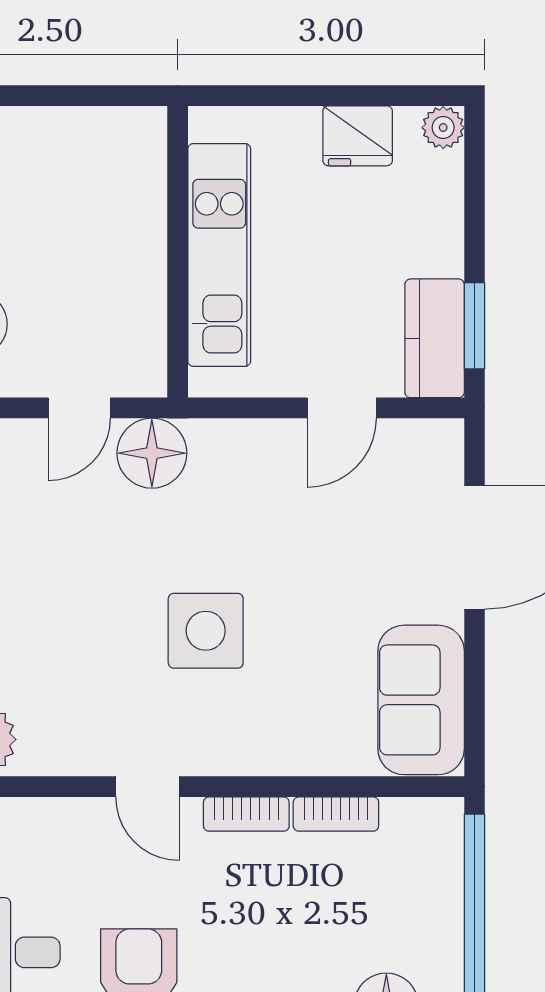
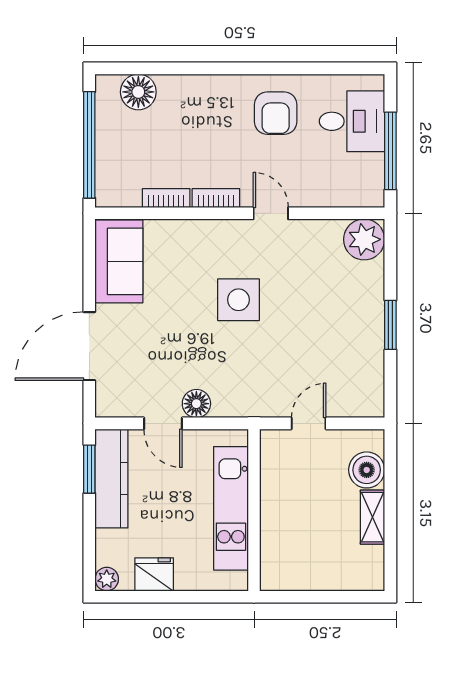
kitchen counter: (435, 338) -> (111, 478), width x1.50
door: (342, 408) -> (163, 423), swing flipped
floor lamp: (152, 453) -> (196, 404), moved, width x0.73, depth x0.73

